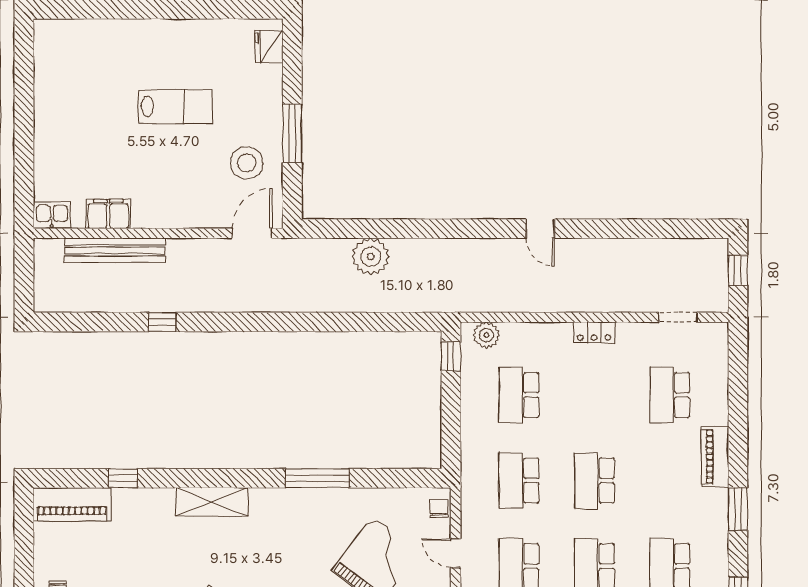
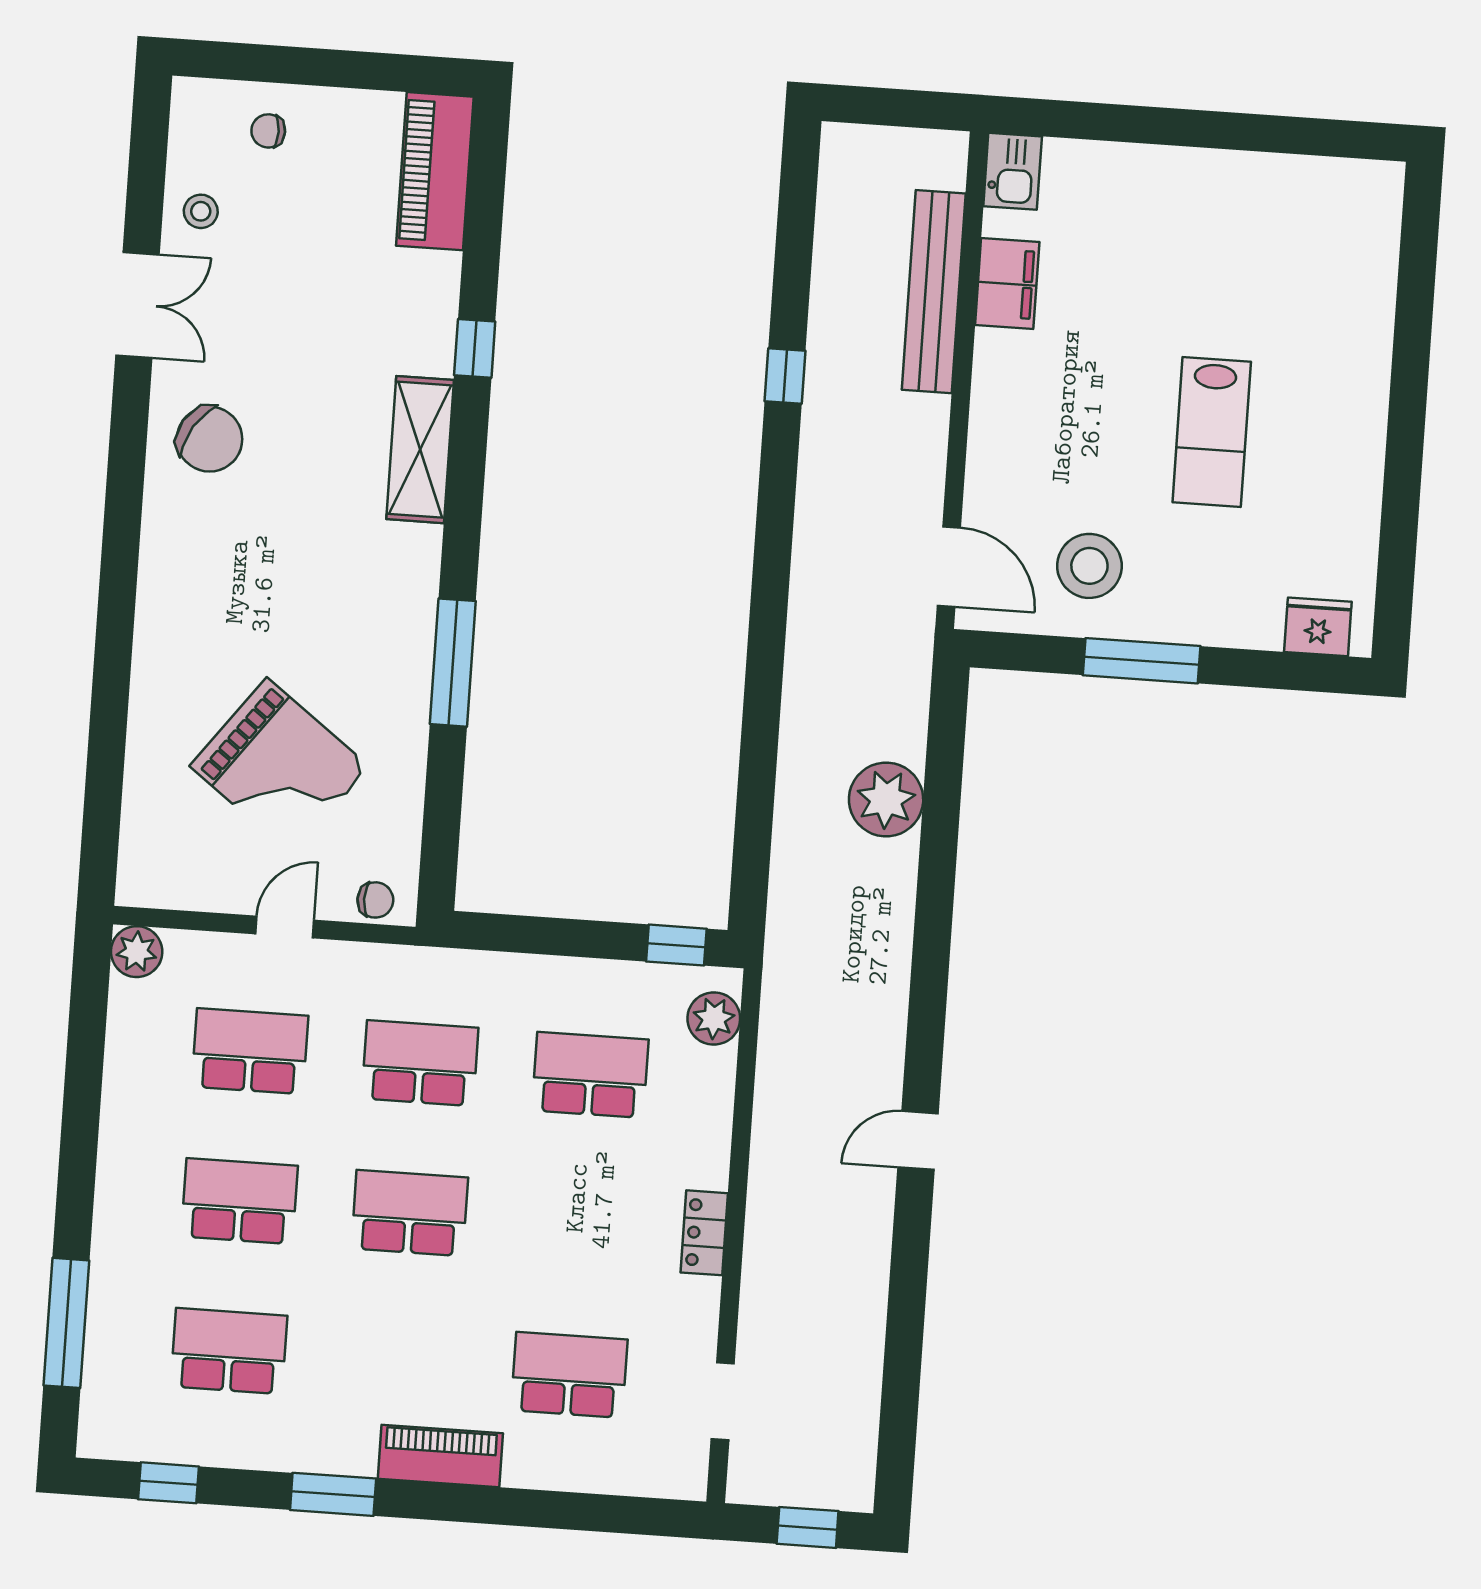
window: (123, 478) -> (475, 348), moved

